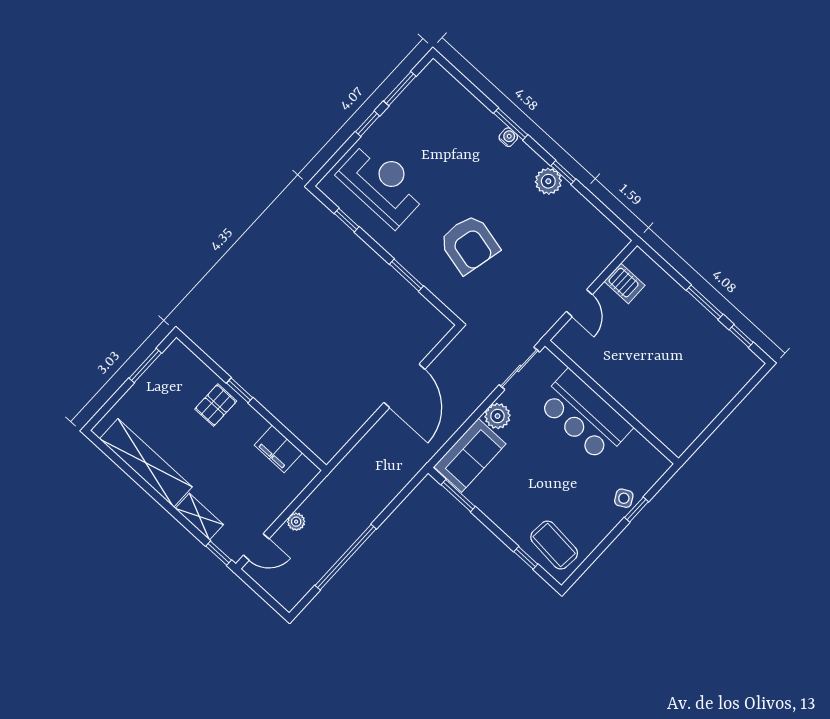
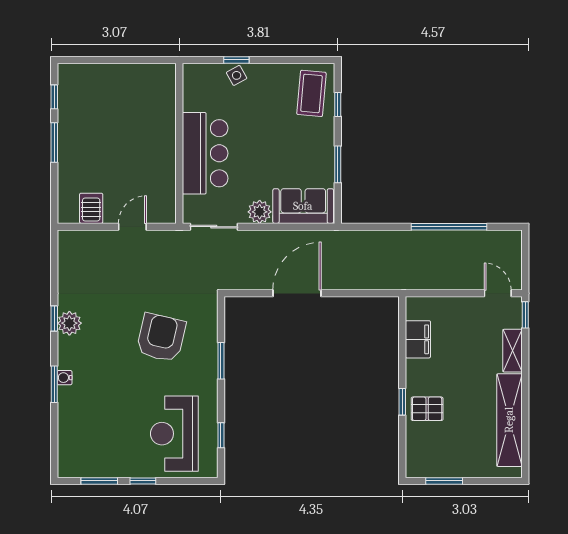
window: (458, 496) -> (338, 164), moved
plant: (296, 522) -> (456, 282), removed

